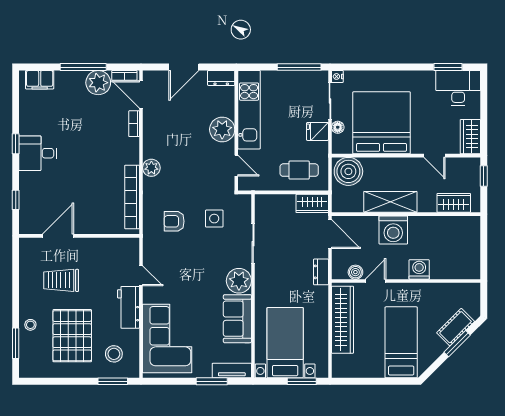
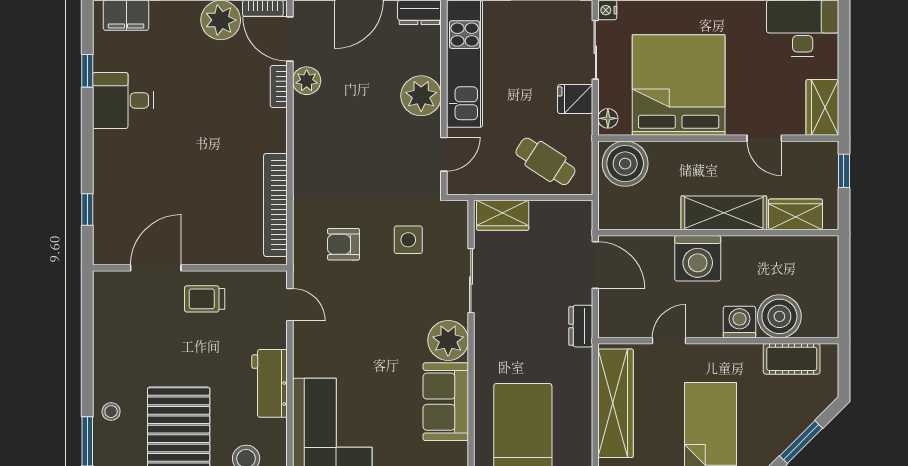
floor lamp: (338, 127) -> (608, 118), moved
window: (16, 144) -> (87, 71), moved
desk: (38, 153) -> (123, 100), moved
door: (236, 166) -> (444, 154), hinge flipped
plant: (151, 168) -> (307, 81), moved
cafe table: (299, 170) -> (545, 161), turned 33
shelving: (390, 202) -> (724, 213), moved
wardrobe: (312, 203) -> (503, 215), moved
boiler: (355, 272) -> (779, 316), moved, width x1.86, depth x1.86
door: (141, 276) -> (290, 305), moved
trolley: (61, 280) -> (205, 299), moved, width x0.73, depth x0.72
cot: (456, 327) -> (792, 359), moved, turned 45

